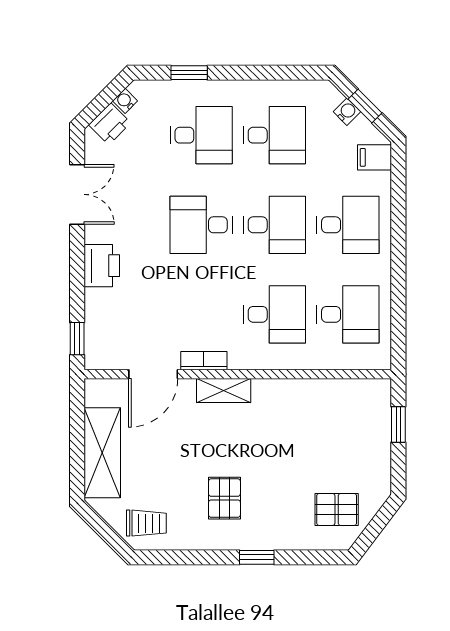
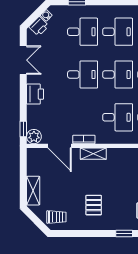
desk: (201, 225) -> (83, 75), turned 180
plant: (99, 355) -> (34, 137), added
door: (153, 374) -> (60, 146), hinge flipped
shelving: (102, 453) -> (33, 191), width x0.67, depth x0.75
window: (257, 557) -> (124, 233), moved

